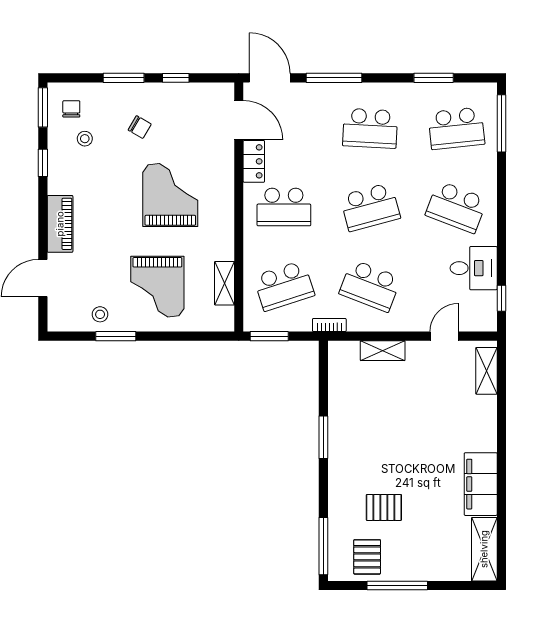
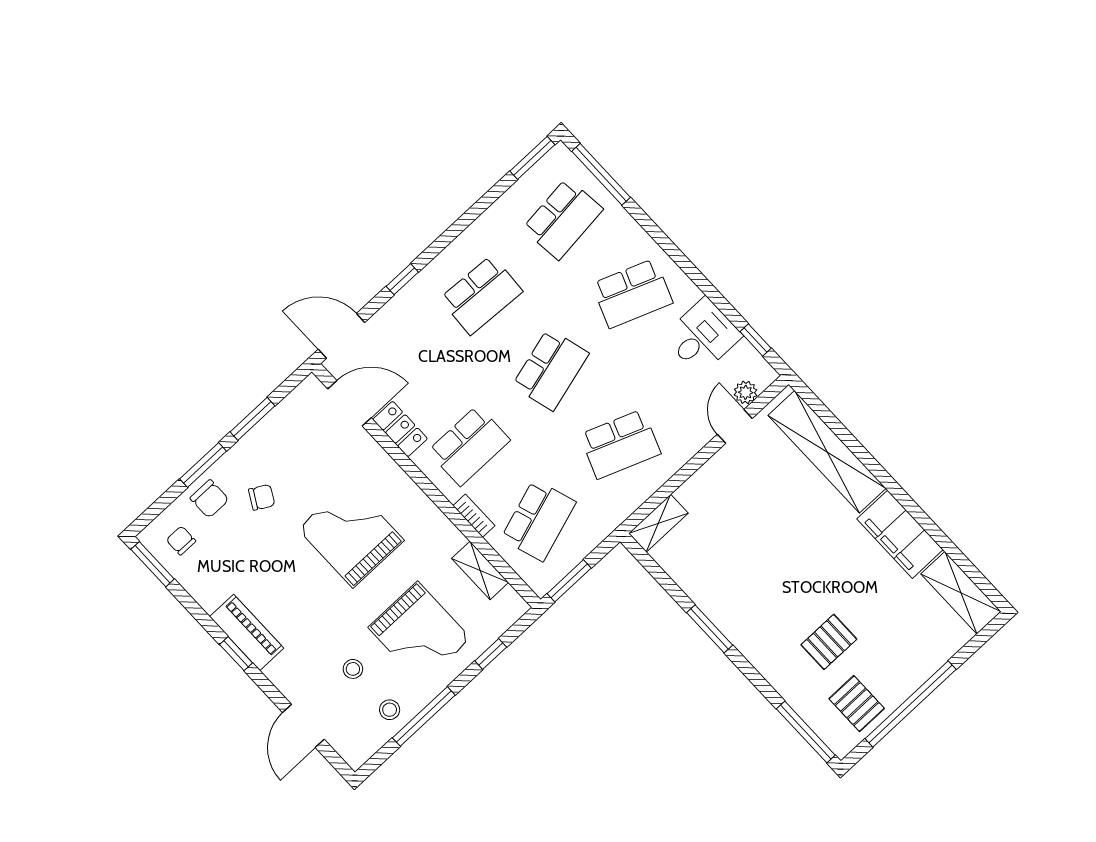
window: (176, 78) -> (252, 419), width x1.50
window: (334, 78) -> (402, 279), width x0.46
window: (434, 78) -> (532, 158), moved
chair: (109, 100) -> (209, 499), added
stool: (85, 139) -> (353, 669), moved
window: (43, 163) -> (236, 654), moved
piano: (60, 224) -> (247, 632), moved
plant: (468, 323) -> (746, 392), added
bookcase: (329, 325) -> (474, 516), moved, turned 90
window: (116, 336) -> (424, 716), width x1.44
window: (186, 336) -> (491, 654), added
shelving: (383, 351) -> (658, 523), moved
shelving: (486, 371) -> (827, 452), width x2.20, depth x1.33
window: (397, 586) -> (911, 704), width x1.46

